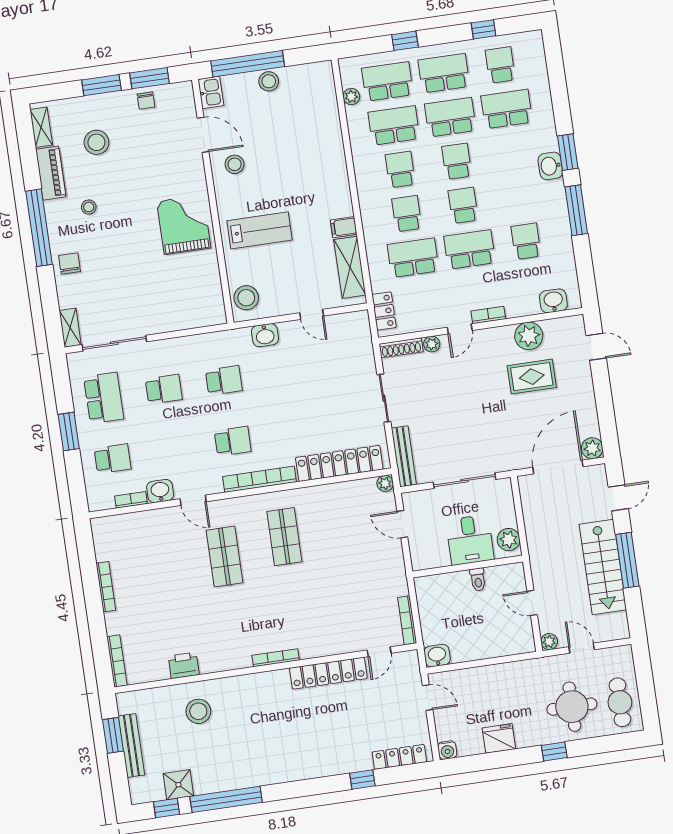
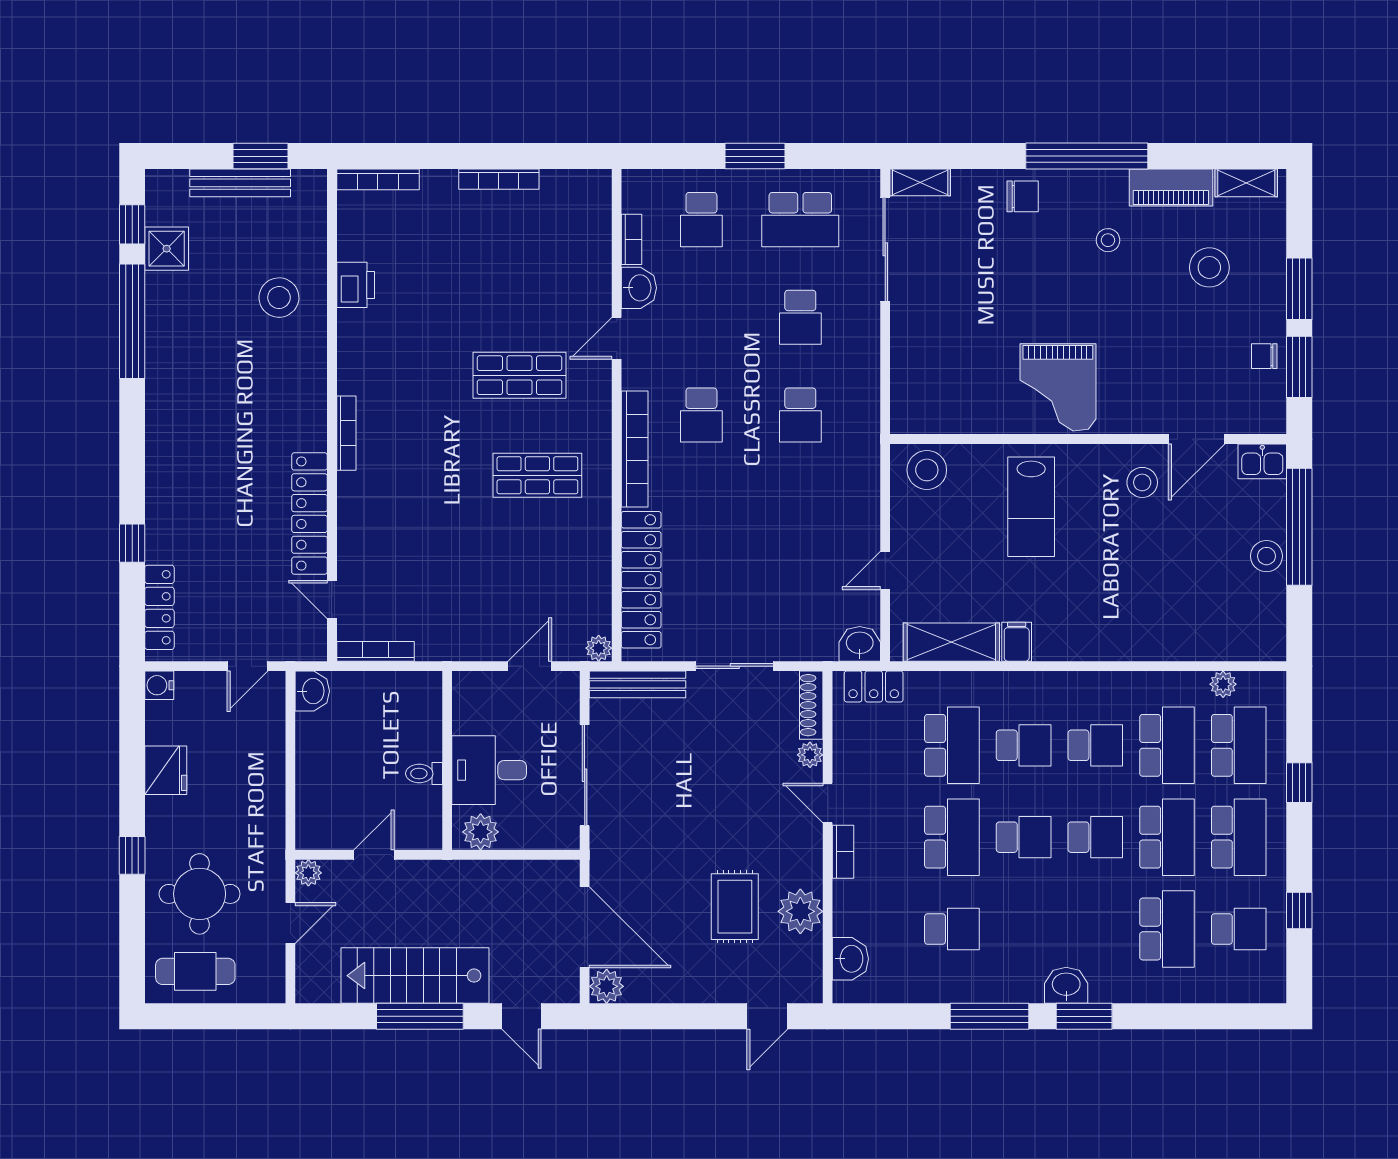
grand piano: (184, 225) -> (1058, 387), turned 90
washbasin: (265, 335) -> (860, 644), moved, turned 90

